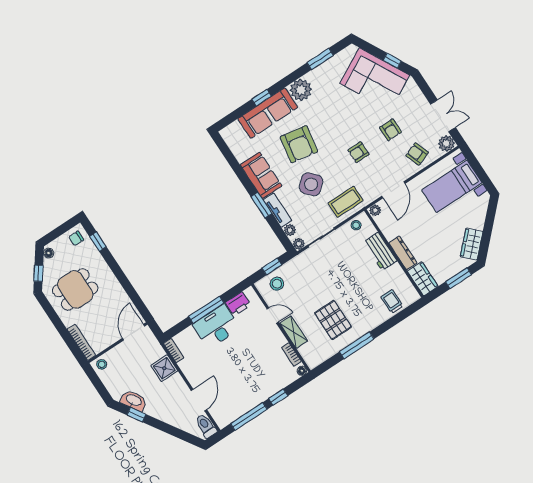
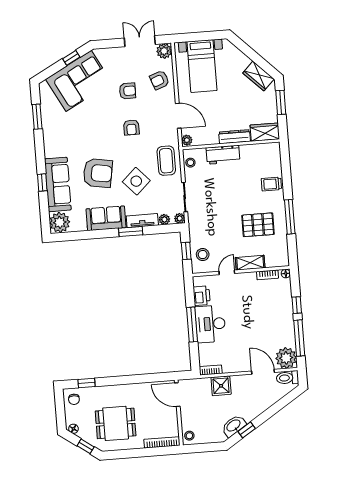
plant: (301, 90) -> (60, 222), moved
dining table: (75, 289) -> (116, 423), turned 90
trolley: (392, 302) -> (271, 184), moved
plant: (224, 414) -> (286, 358), added

